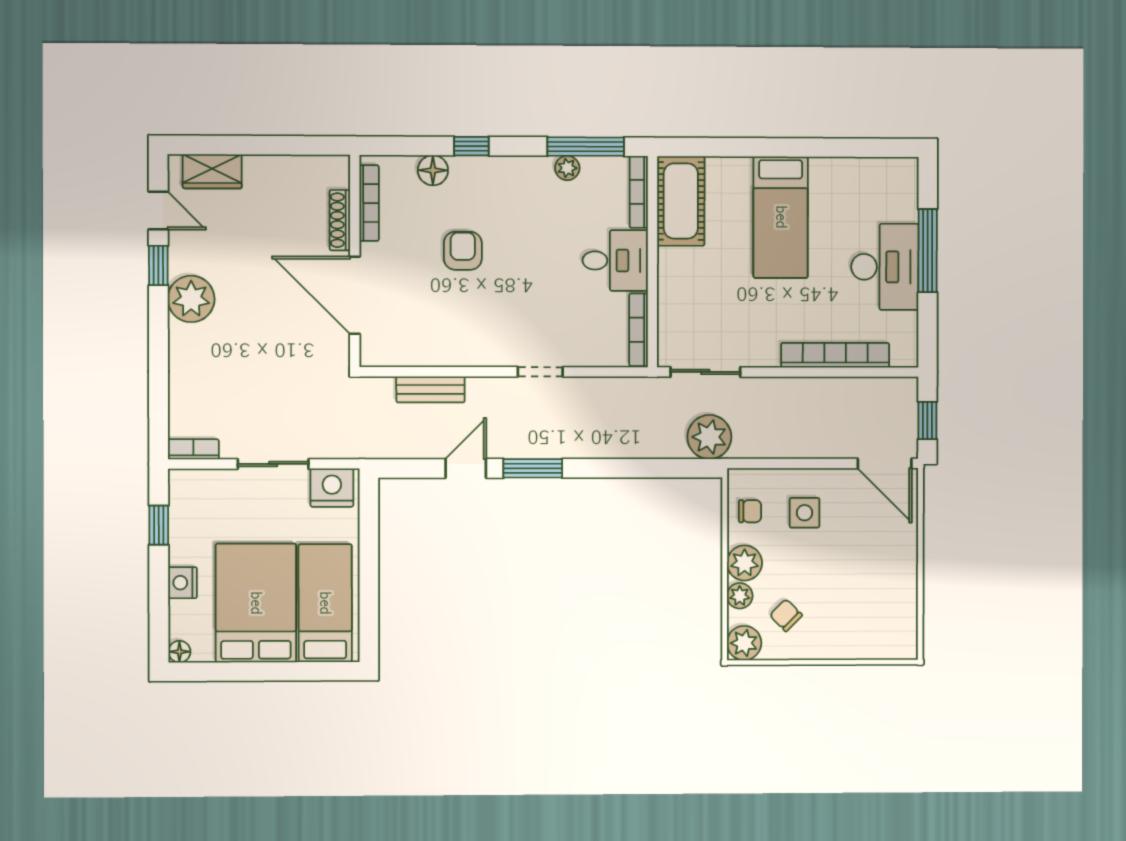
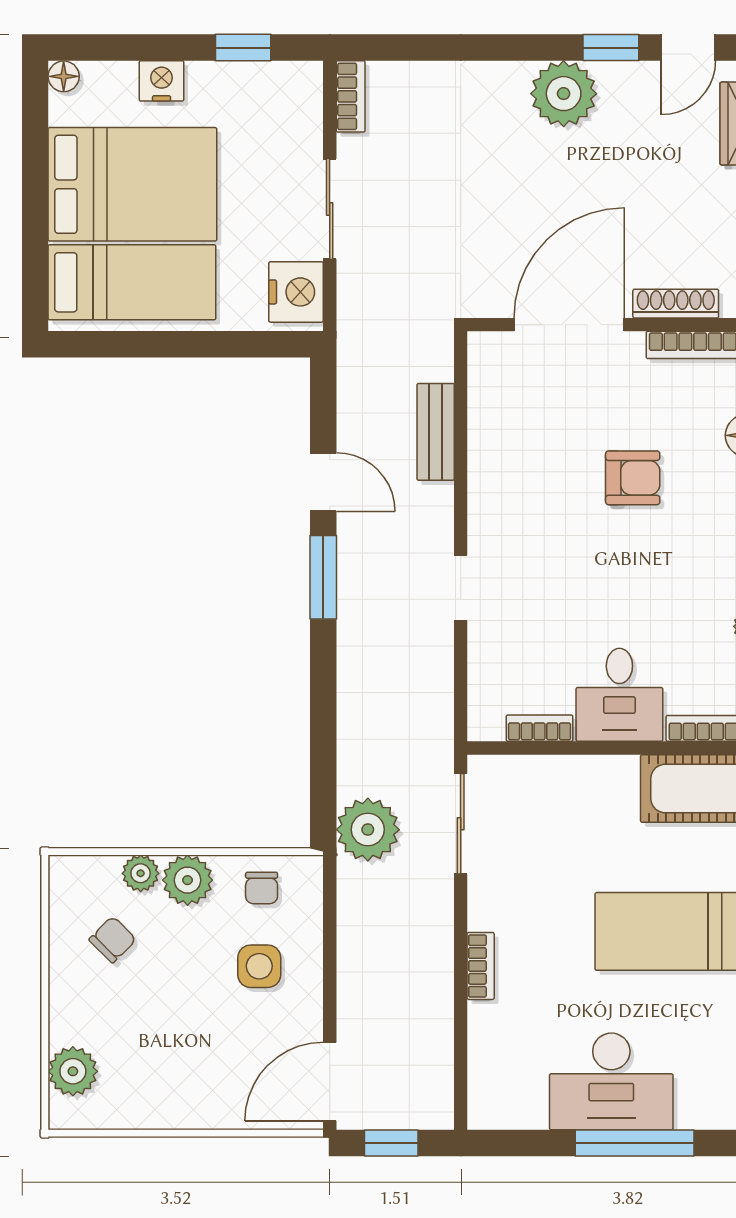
bookcase: (639, 330) -> (539, 728), width x0.64
bookcase: (835, 355) -> (481, 966), width x0.43, depth x0.76
plant: (744, 643) -> (73, 1071), moved

